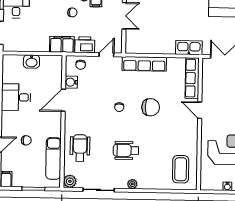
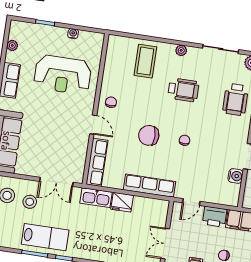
fridge: (166, 47) -> (122, 202), added
chair: (81, 65) -> (111, 102), moved
coffee table: (181, 169) -> (145, 61), moved

